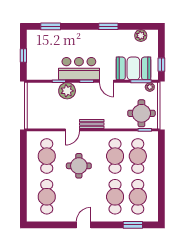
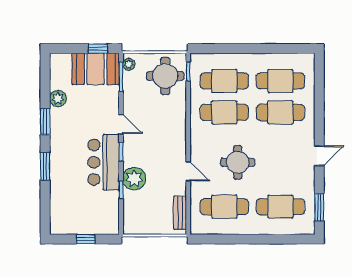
window: (51, 26) -> (45, 166), moved
plant: (141, 36) -> (58, 99), moved
booth: (133, 68) -> (96, 69), moved, turned 90
door: (107, 81) -> (121, 124), hinge flipped
bench: (92, 124) -> (180, 213), moved
door: (84, 225) -> (319, 156), swing flipped
window: (133, 225) -> (319, 207), moved

